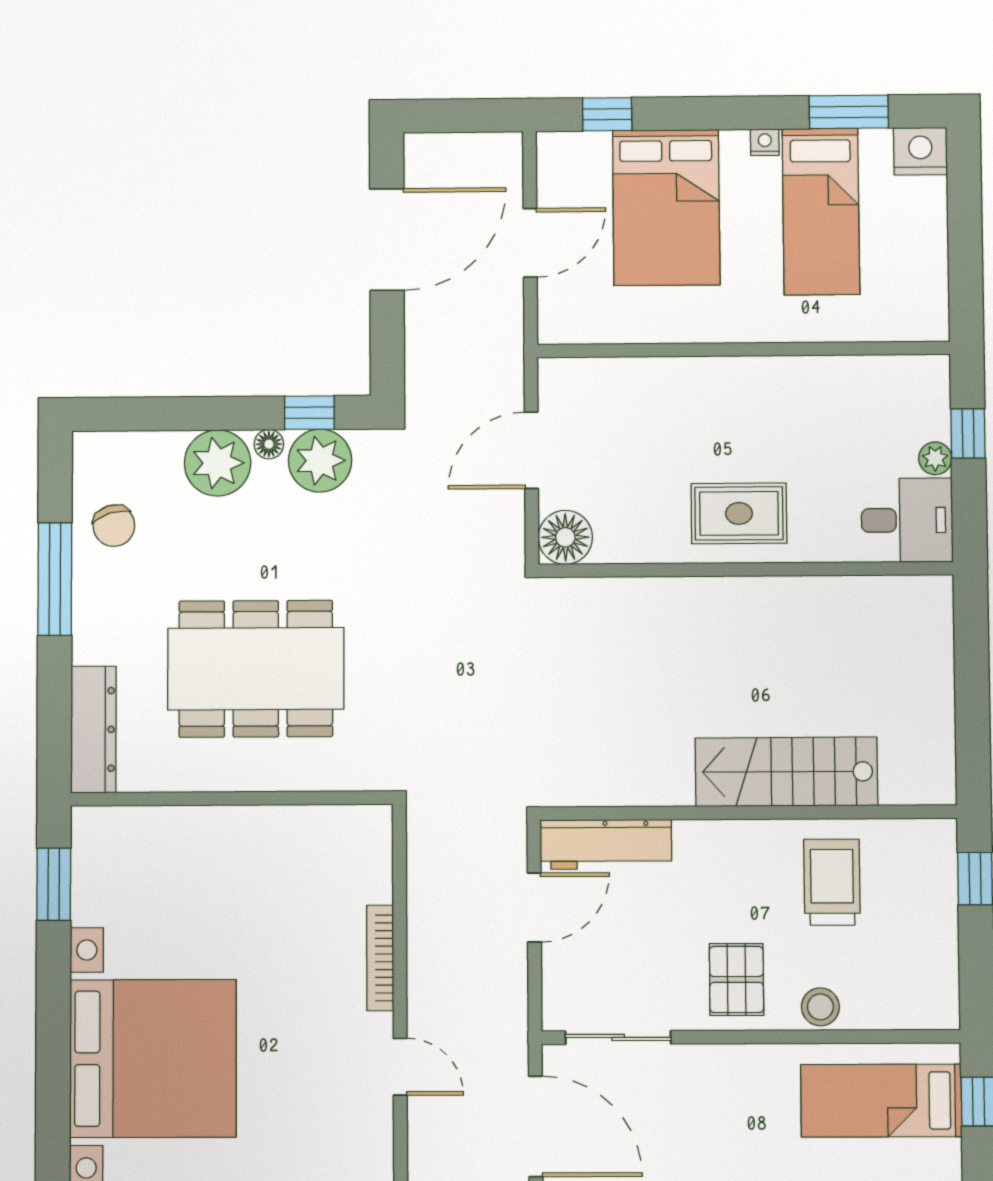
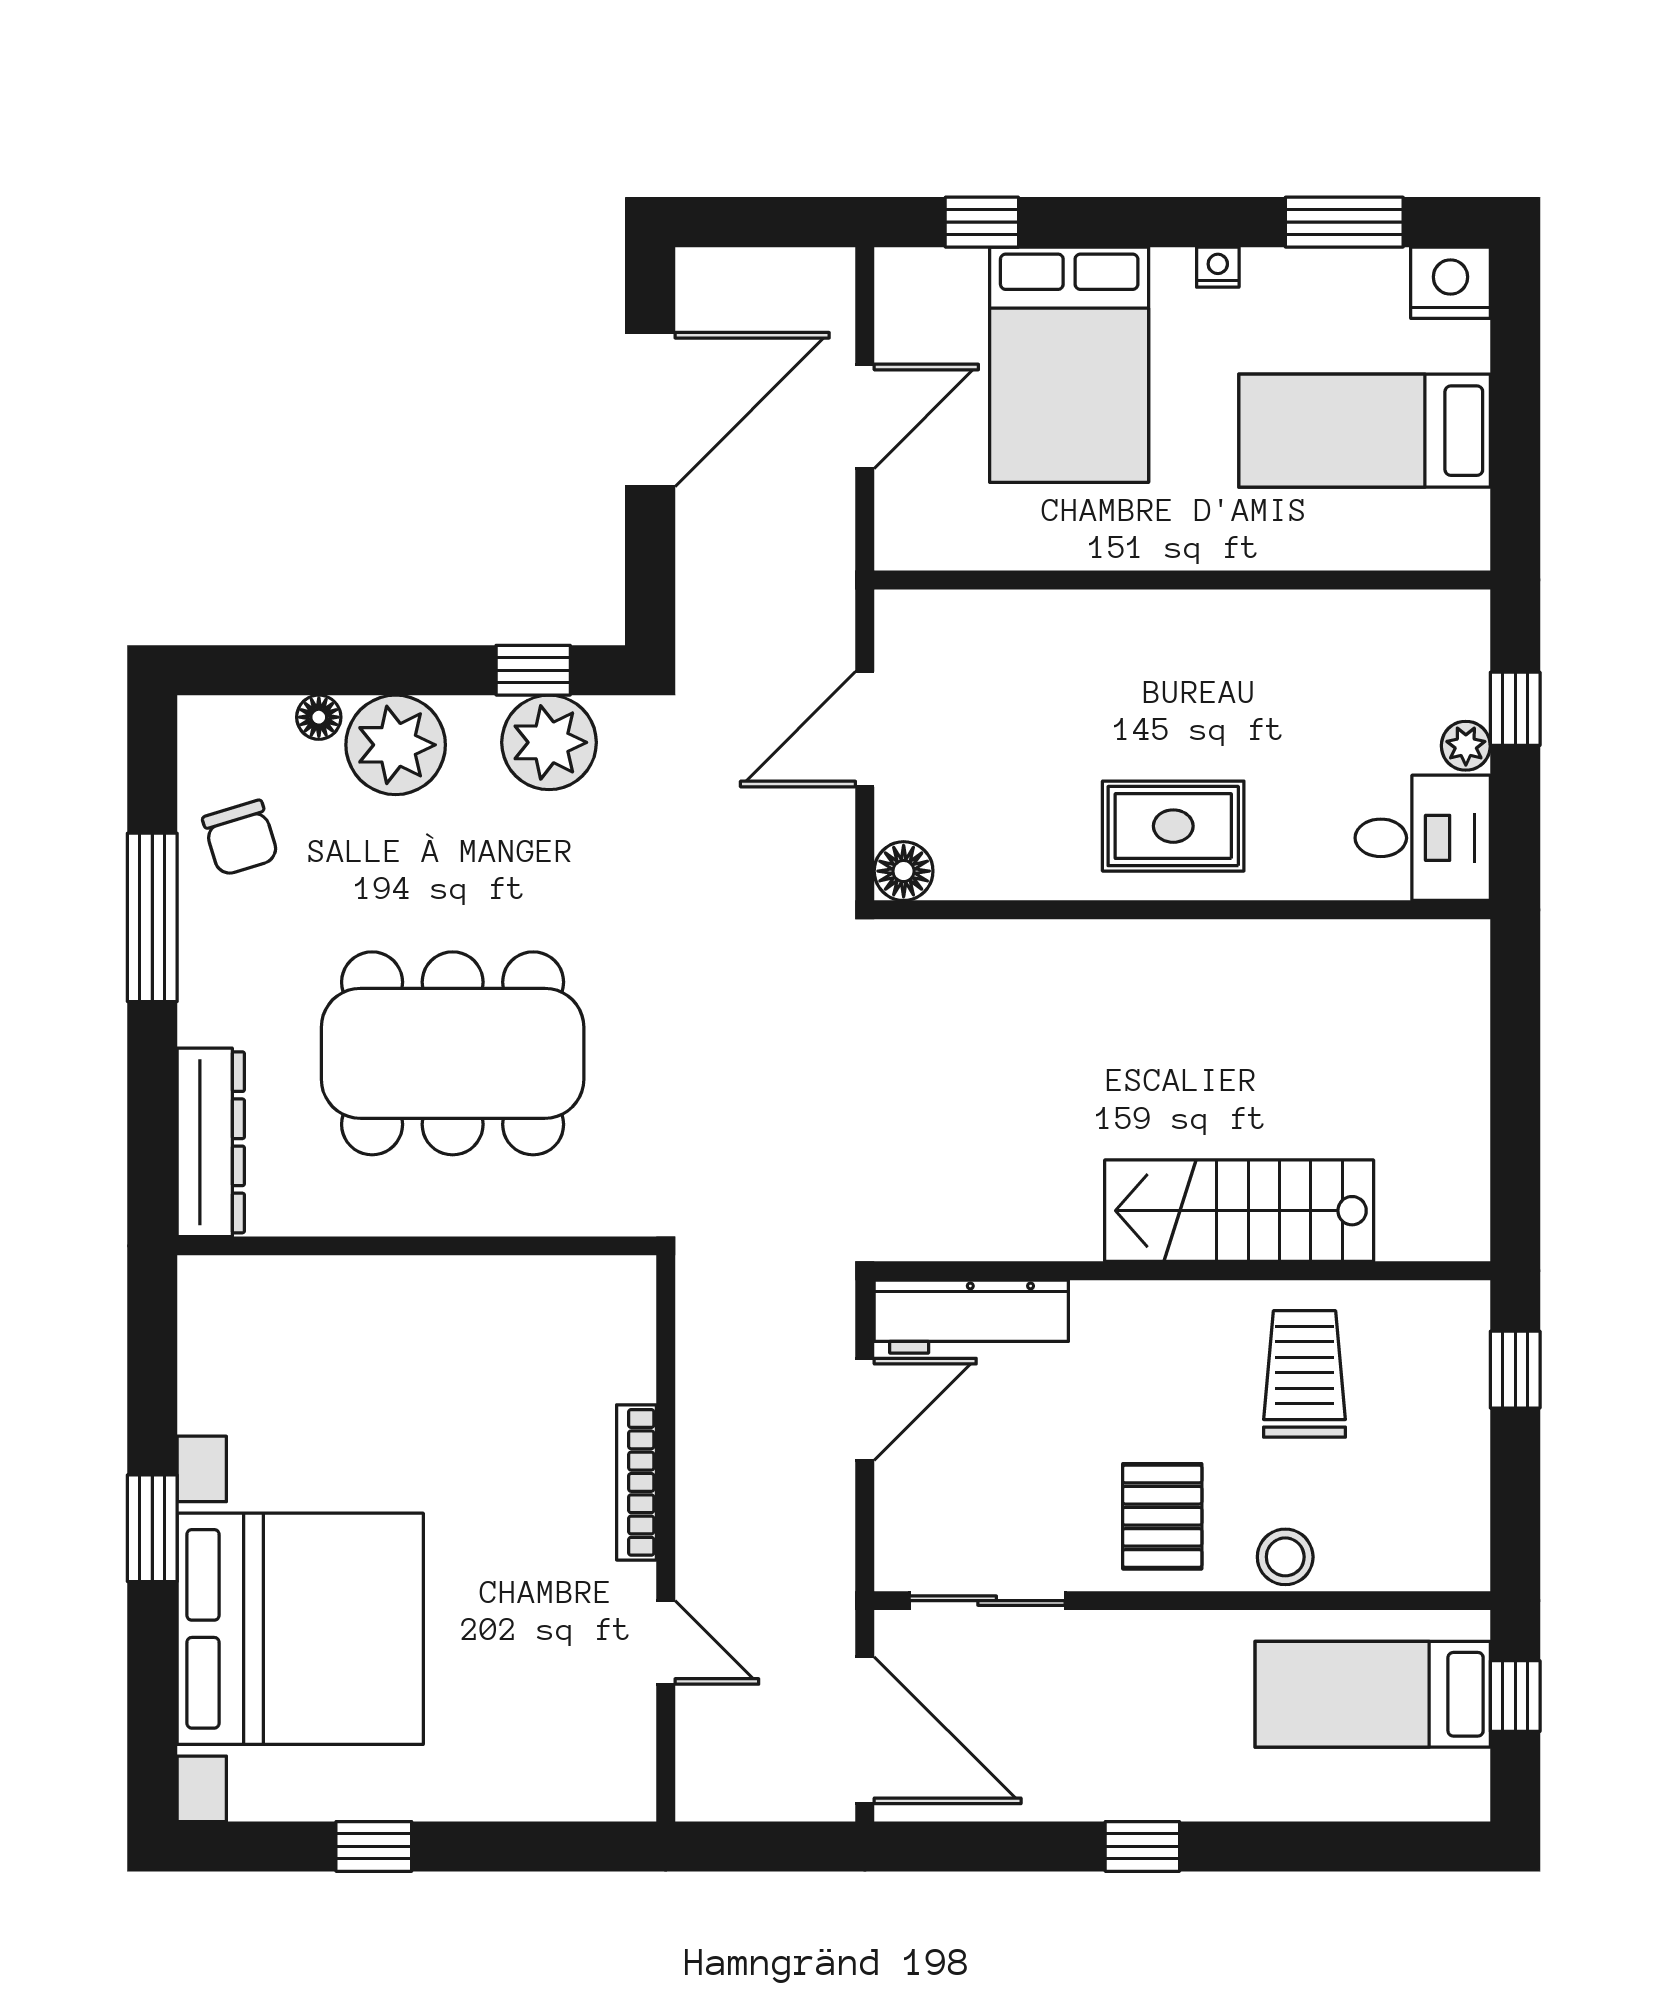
bed: (821, 212) -> (1365, 431), moved, turned 90
floor lamp: (269, 444) -> (319, 717), moved
floor lamp: (565, 537) -> (904, 871), width x0.73, depth x0.73
window: (54, 884) -> (152, 1528), moved

